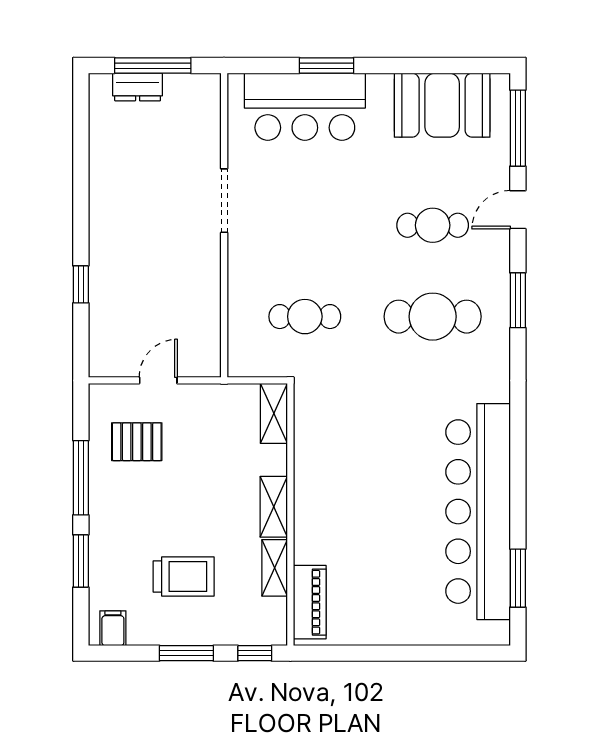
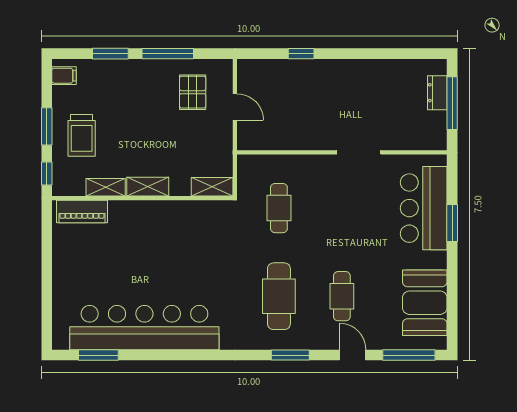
trolley: (184, 577) -> (82, 135), moved

